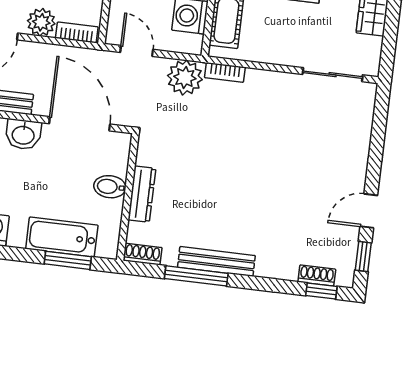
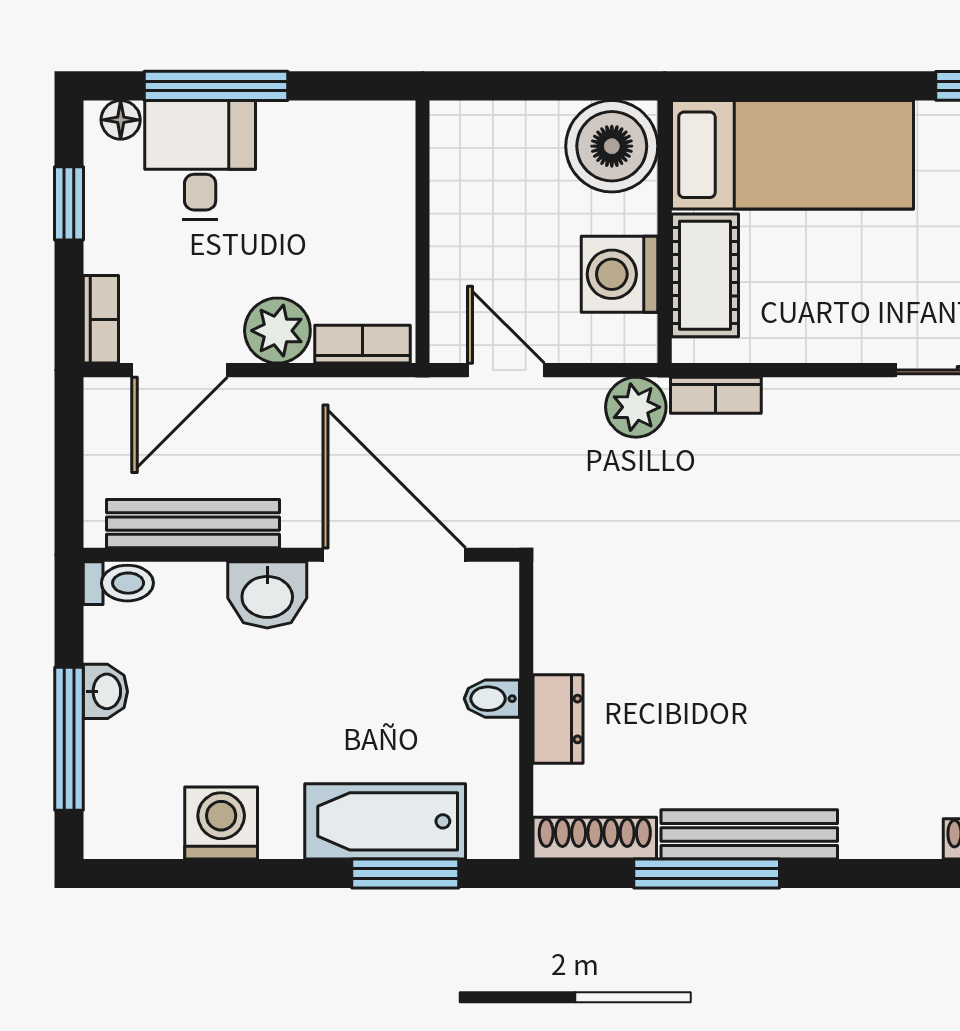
plant: (185, 78) -> (636, 407), width x0.73, depth x0.73
bidet: (110, 187) -> (492, 699), width x0.72, depth x0.74
dresser: (142, 194) -> (558, 719), width x0.70
shoe rack: (142, 254) -> (595, 838), width x1.43

